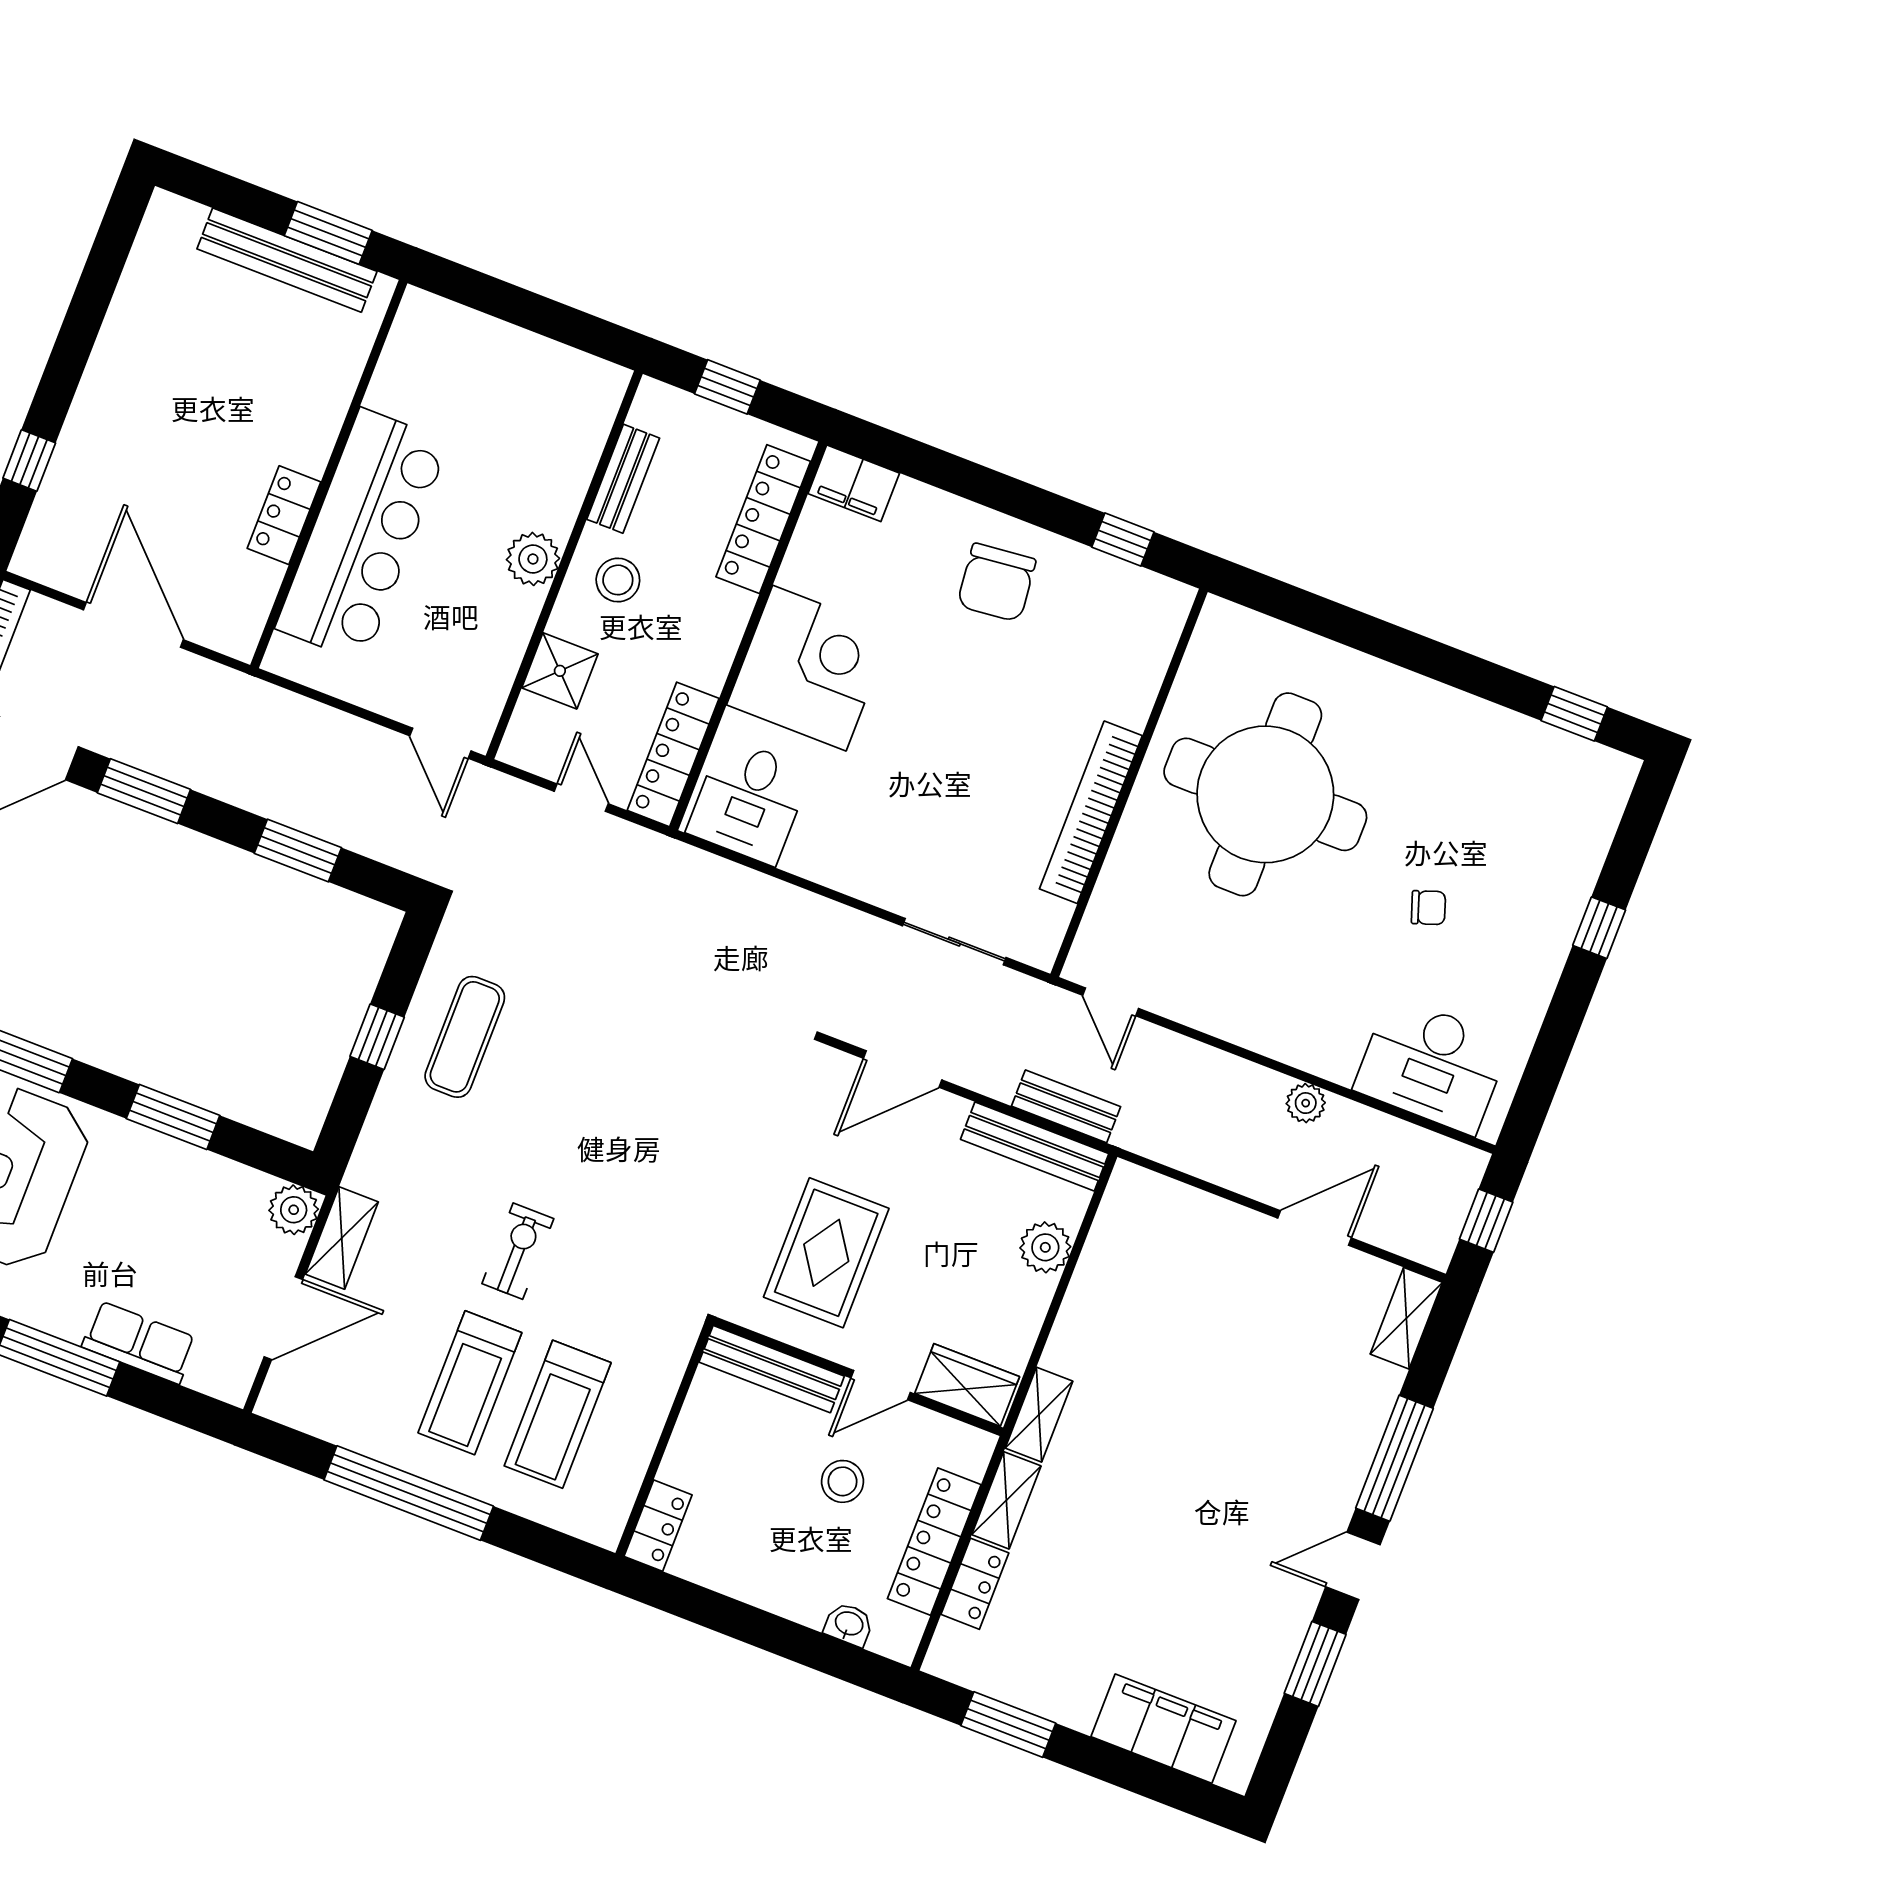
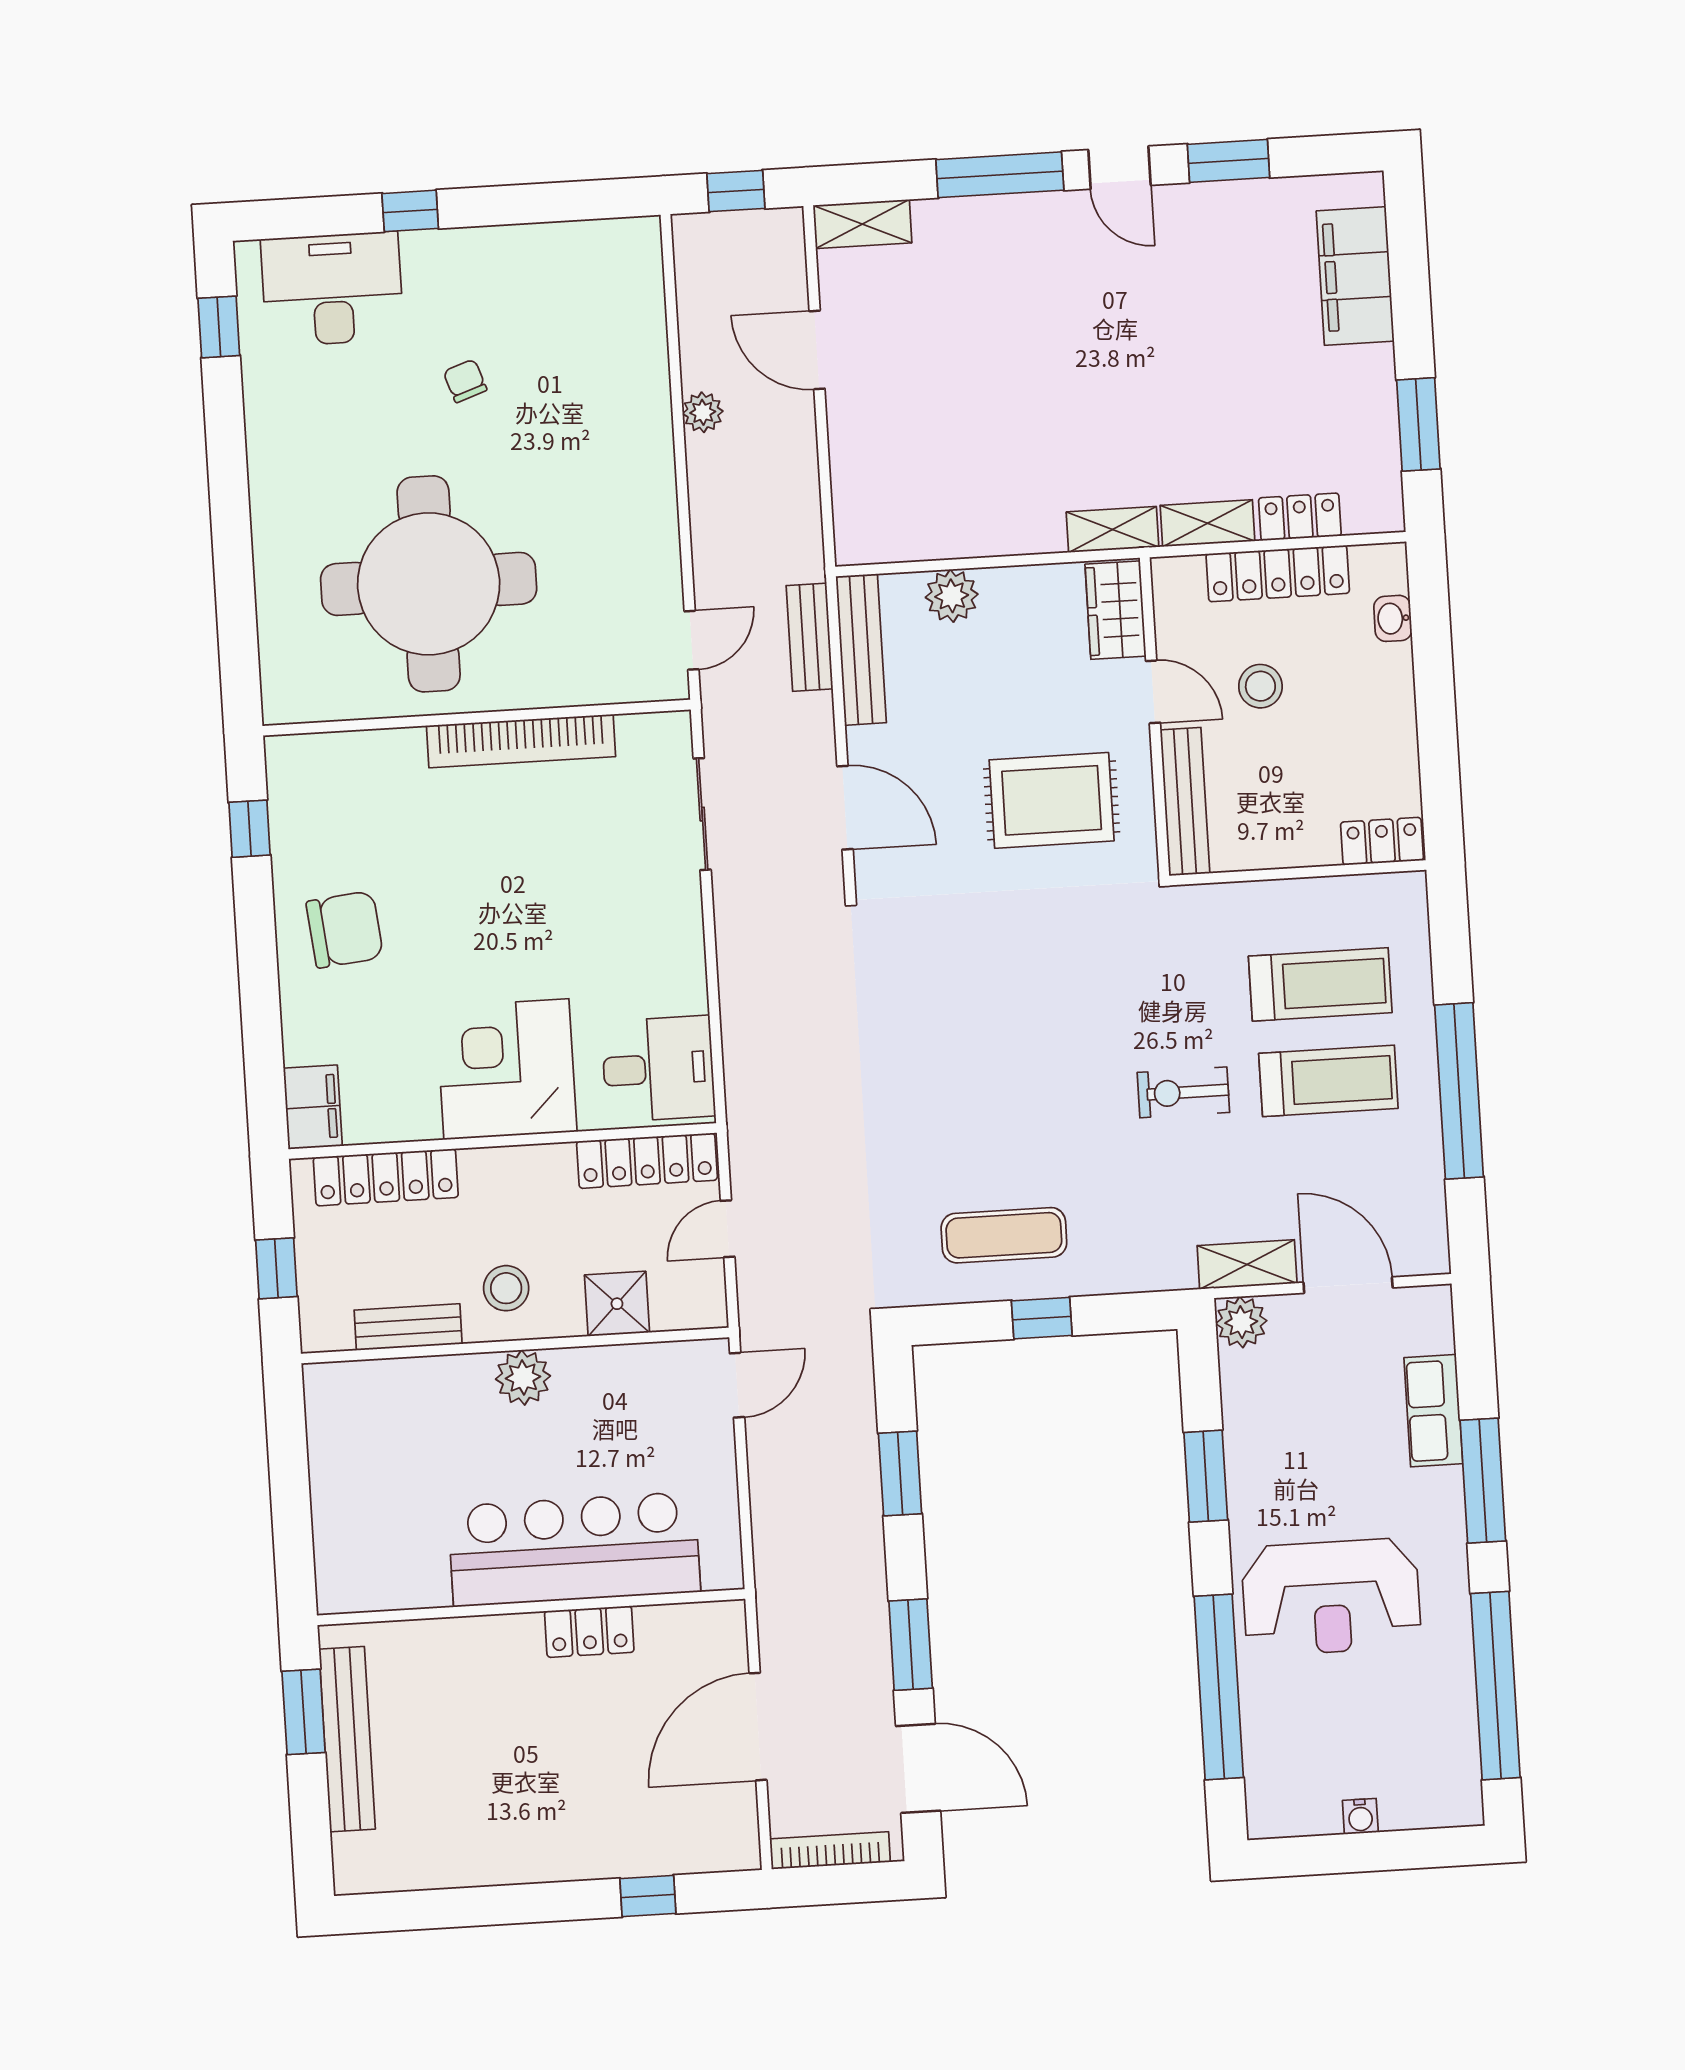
desk: (1432, 1065) -> (332, 289), moved, turned -90

